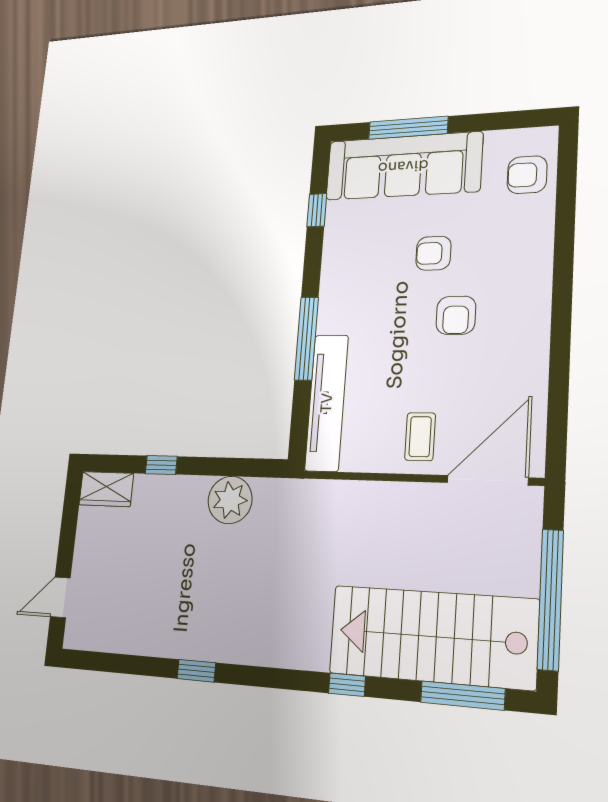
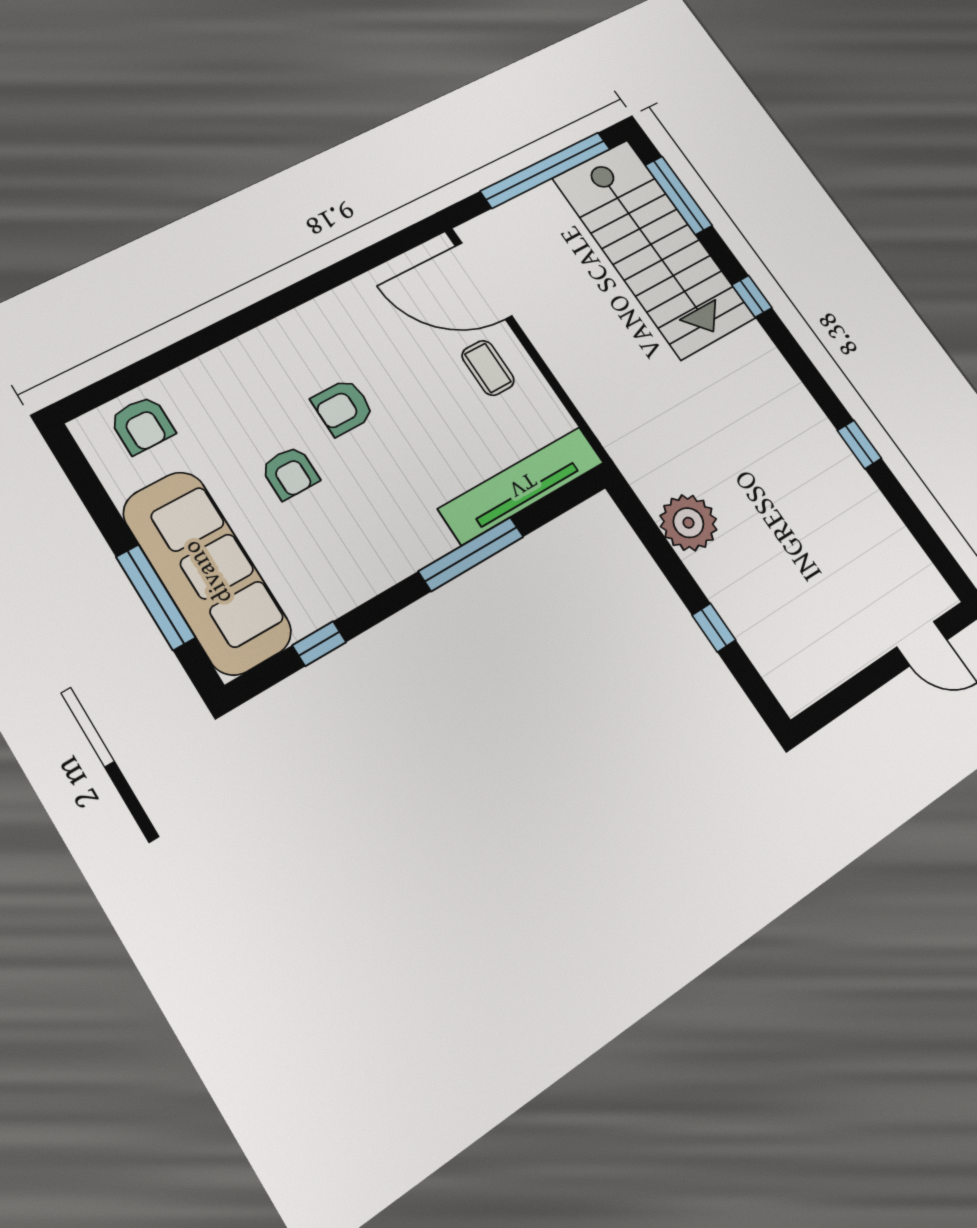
armchair: (456, 315) -> (343, 407), turned 180
coffee table: (420, 437) -> (488, 368), turned 90
wardrobe: (106, 489) -> (785, 675), removed

